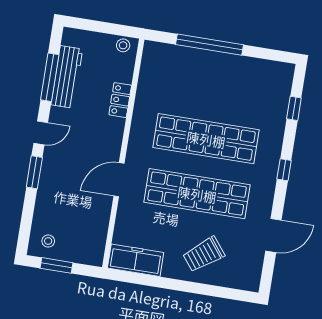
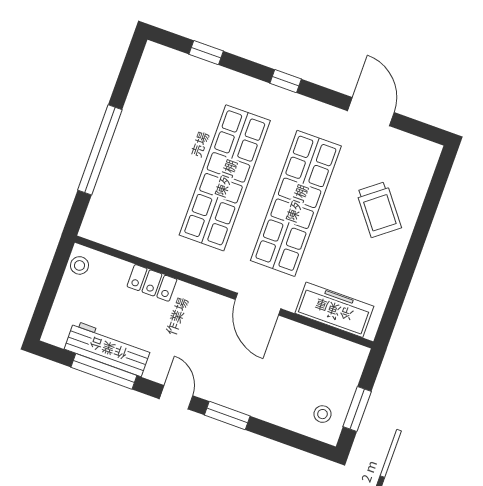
freezer: (136, 260) -> (334, 310), moved, turned 90

